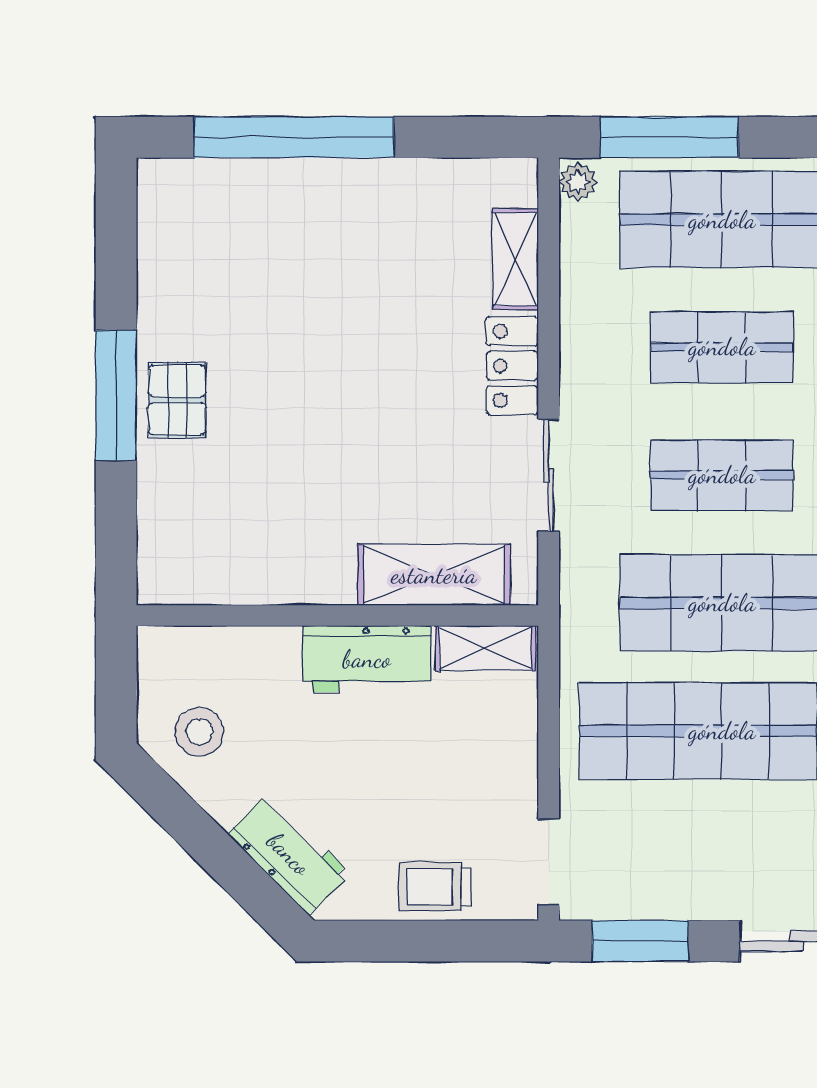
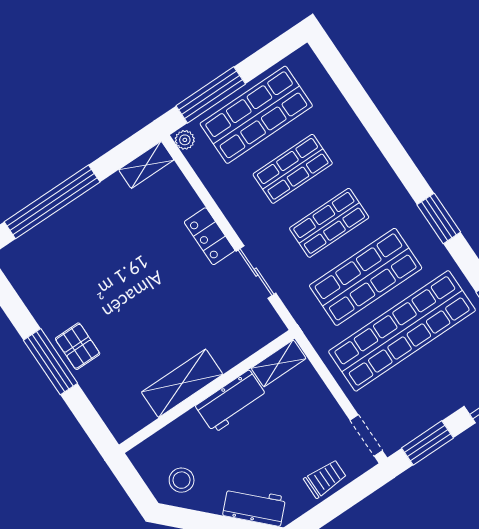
shelving: (516, 259) -> (146, 165), moved, turned 90
shelving: (434, 575) -> (182, 383), moved
trolley: (435, 887) -> (325, 479), turned 180

